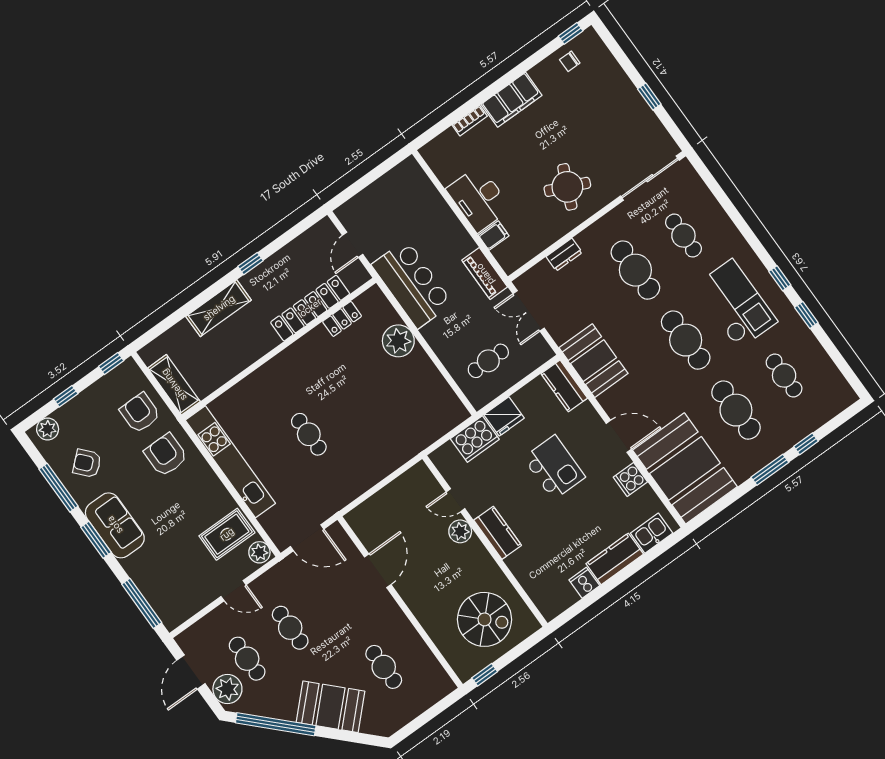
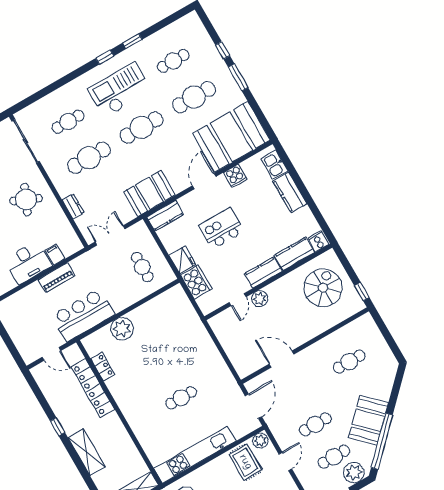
piano: (485, 274) -> (56, 278), moved
double door: (529, 311) -> (110, 235), swing flipped
kitchen counter: (528, 574) -> (294, 254), added
cooker: (584, 583) -> (318, 241), moved, turned 90
booth: (330, 707) -> (368, 420), moved

